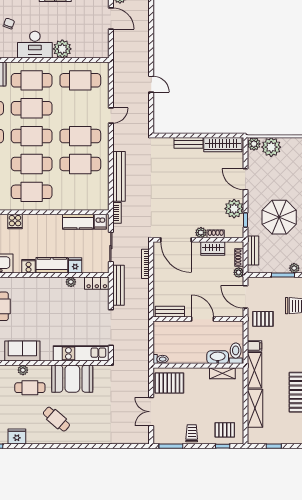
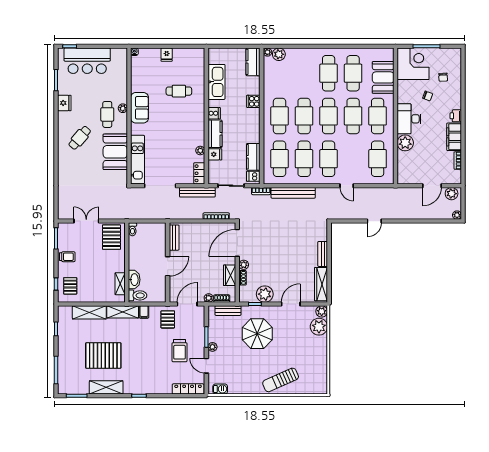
cafe table: (80, 192) -> (280, 159), added

